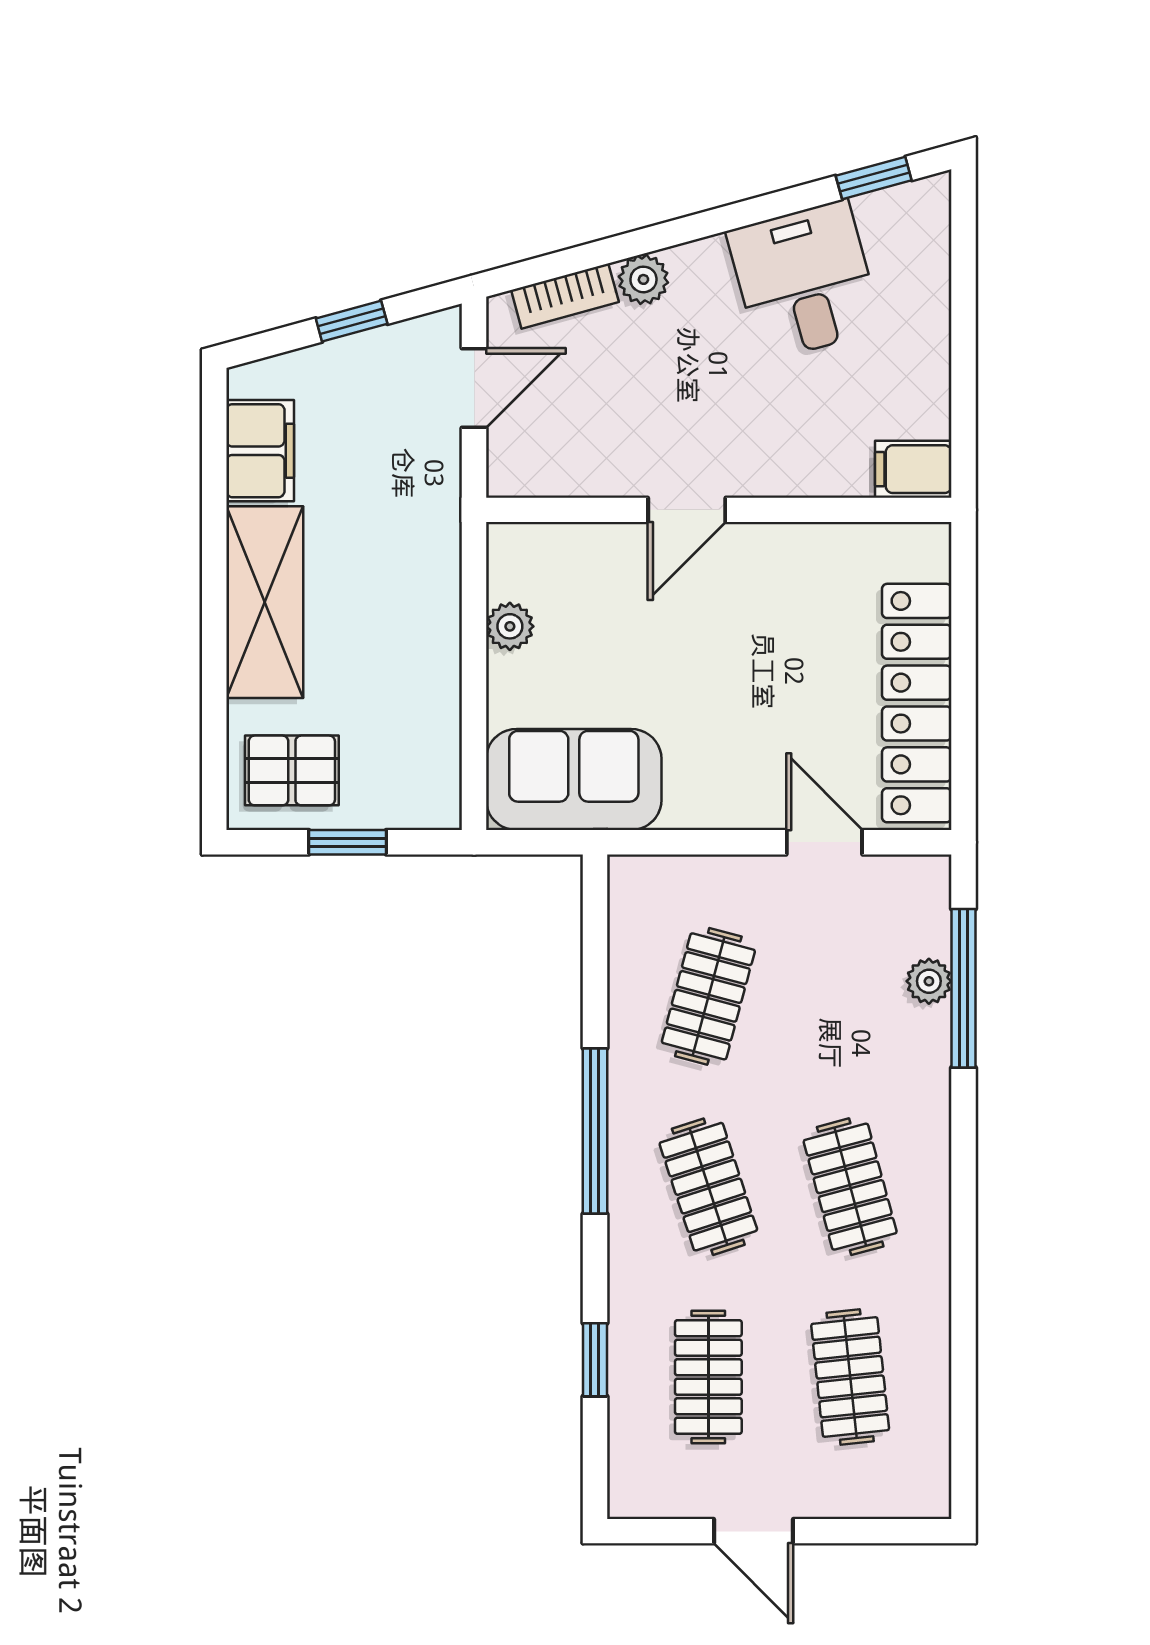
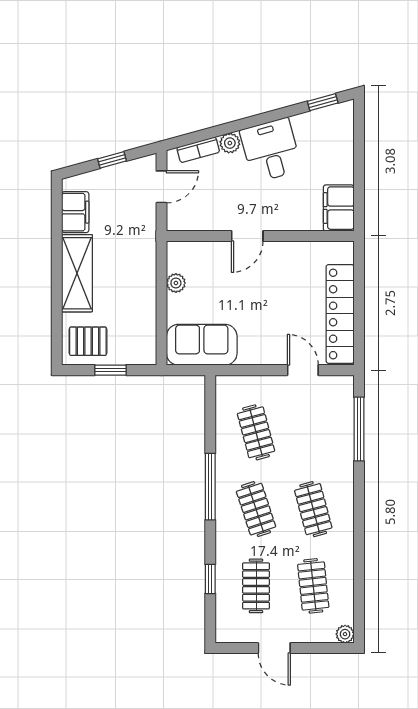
desk: (804, 281) -> (271, 150), moved
filing cabinet: (913, 469) -> (339, 208), width x2.00
plant: (929, 981) -> (345, 634), moved
clothes rail: (708, 996) -> (256, 432), turned -30

